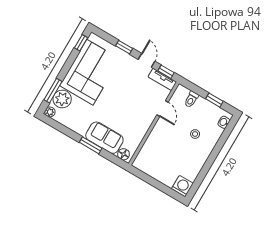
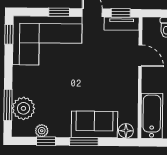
corner sofa: (90, 72) -> (47, 41), moved, turned 90
plant: (50, 112) -> (42, 131), moved
window: (65, 130) -> (46, 141), added
bathtub: (147, 154) -> (152, 116), added

